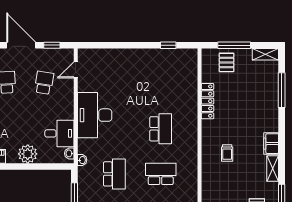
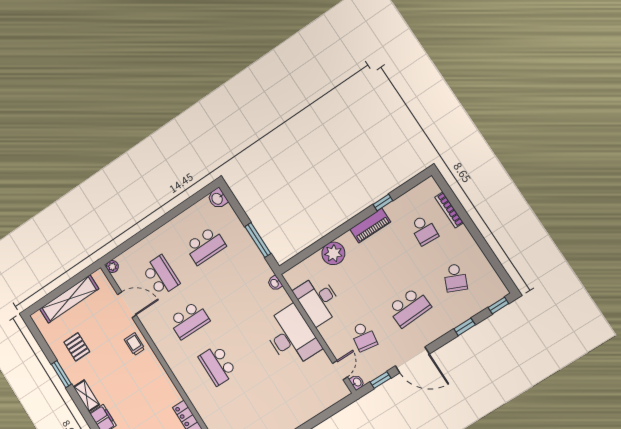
desk: (59, 133) -> (318, 300), width x1.37
washbasin: (69, 153) -> (357, 382), moved
trolley: (227, 153) -> (135, 344), moved
school desk: (114, 174) -> (234, 290), removed

